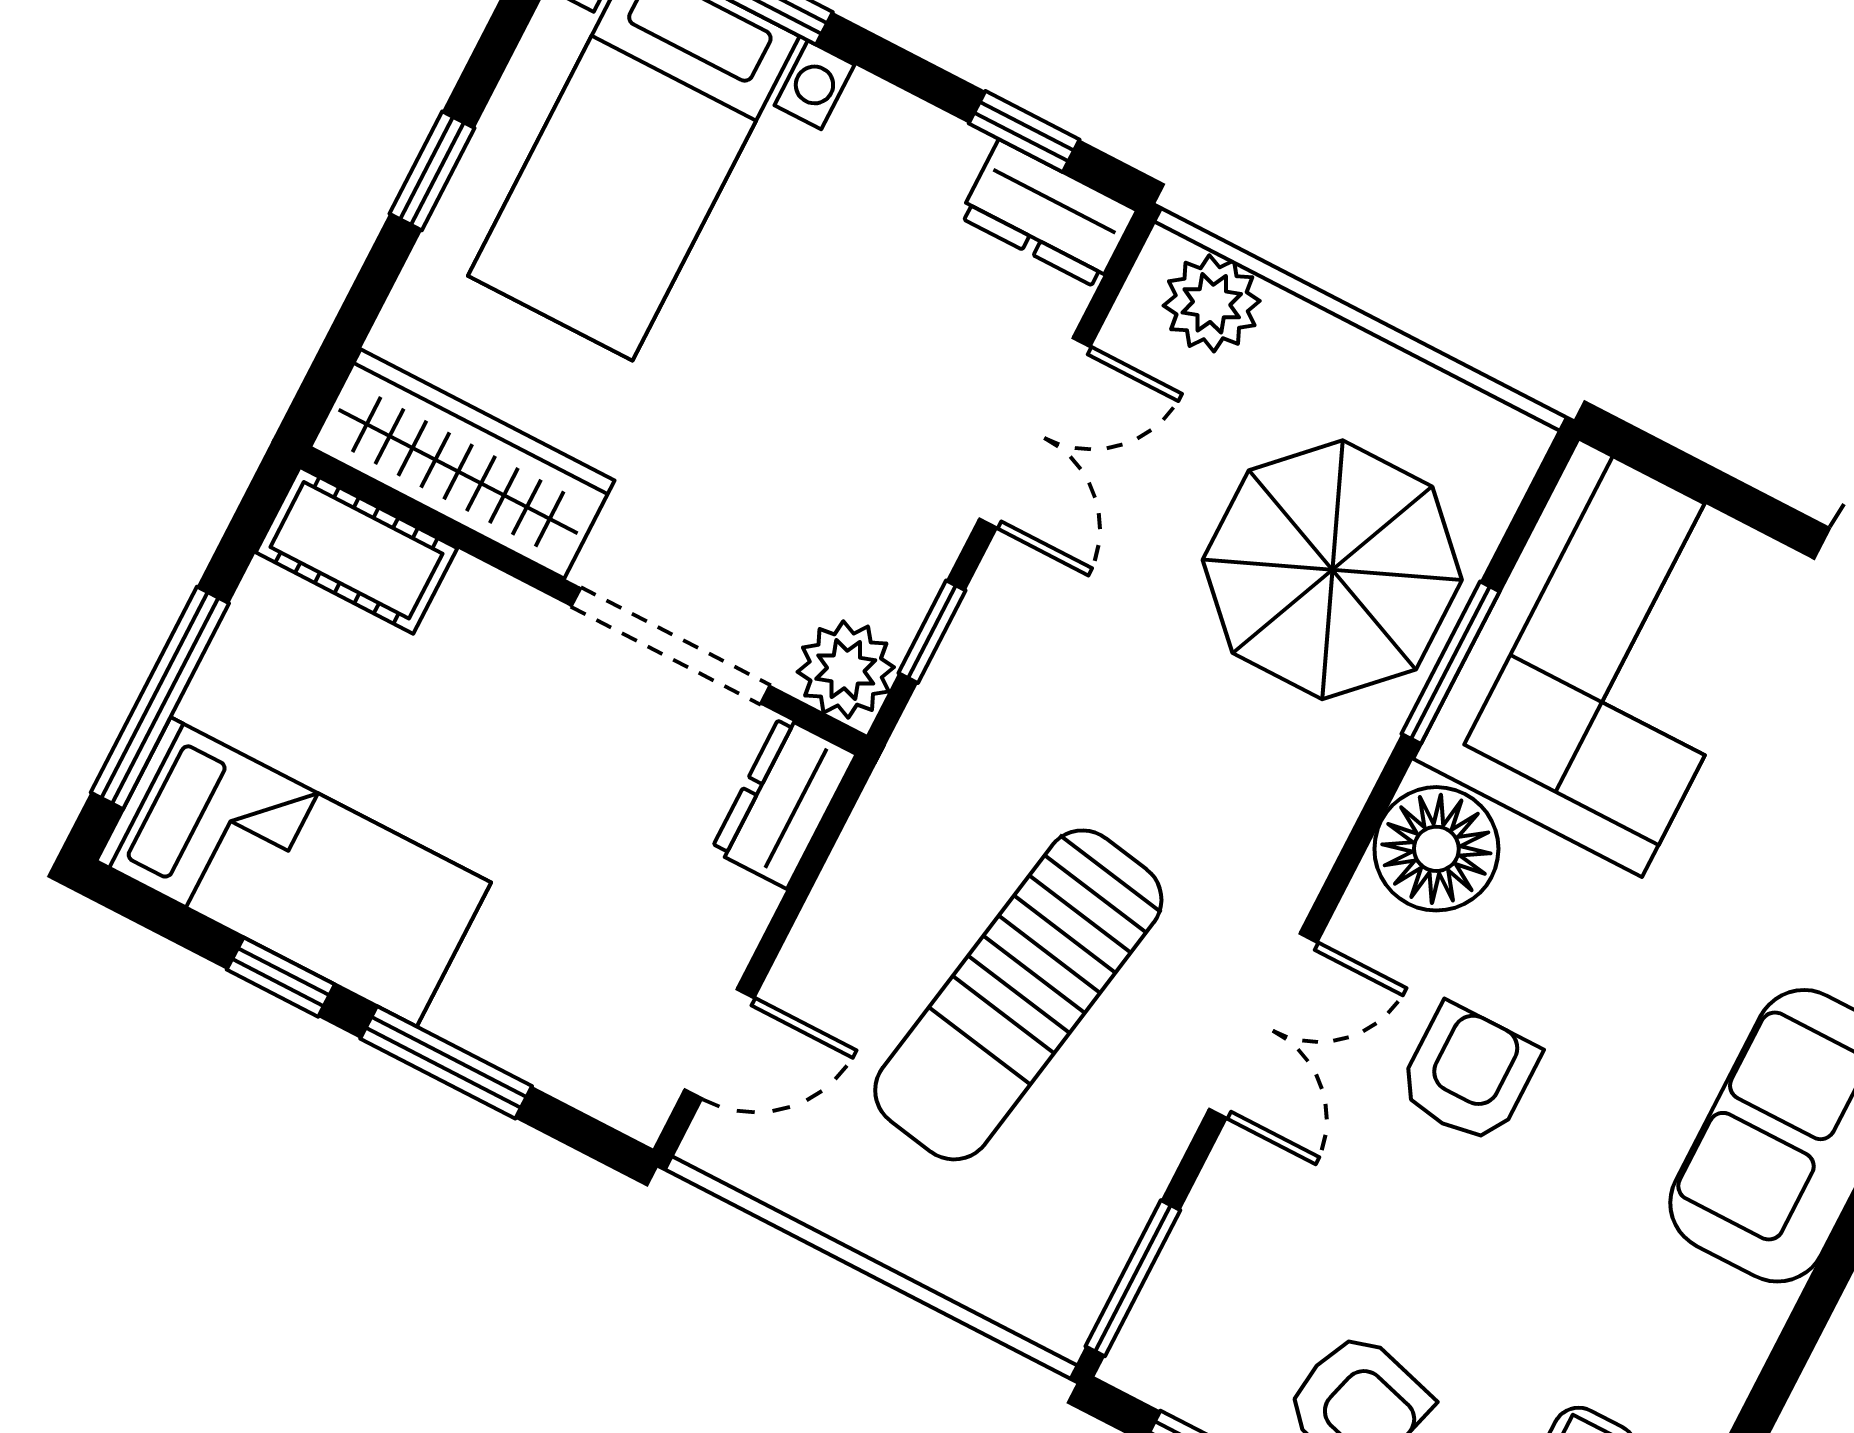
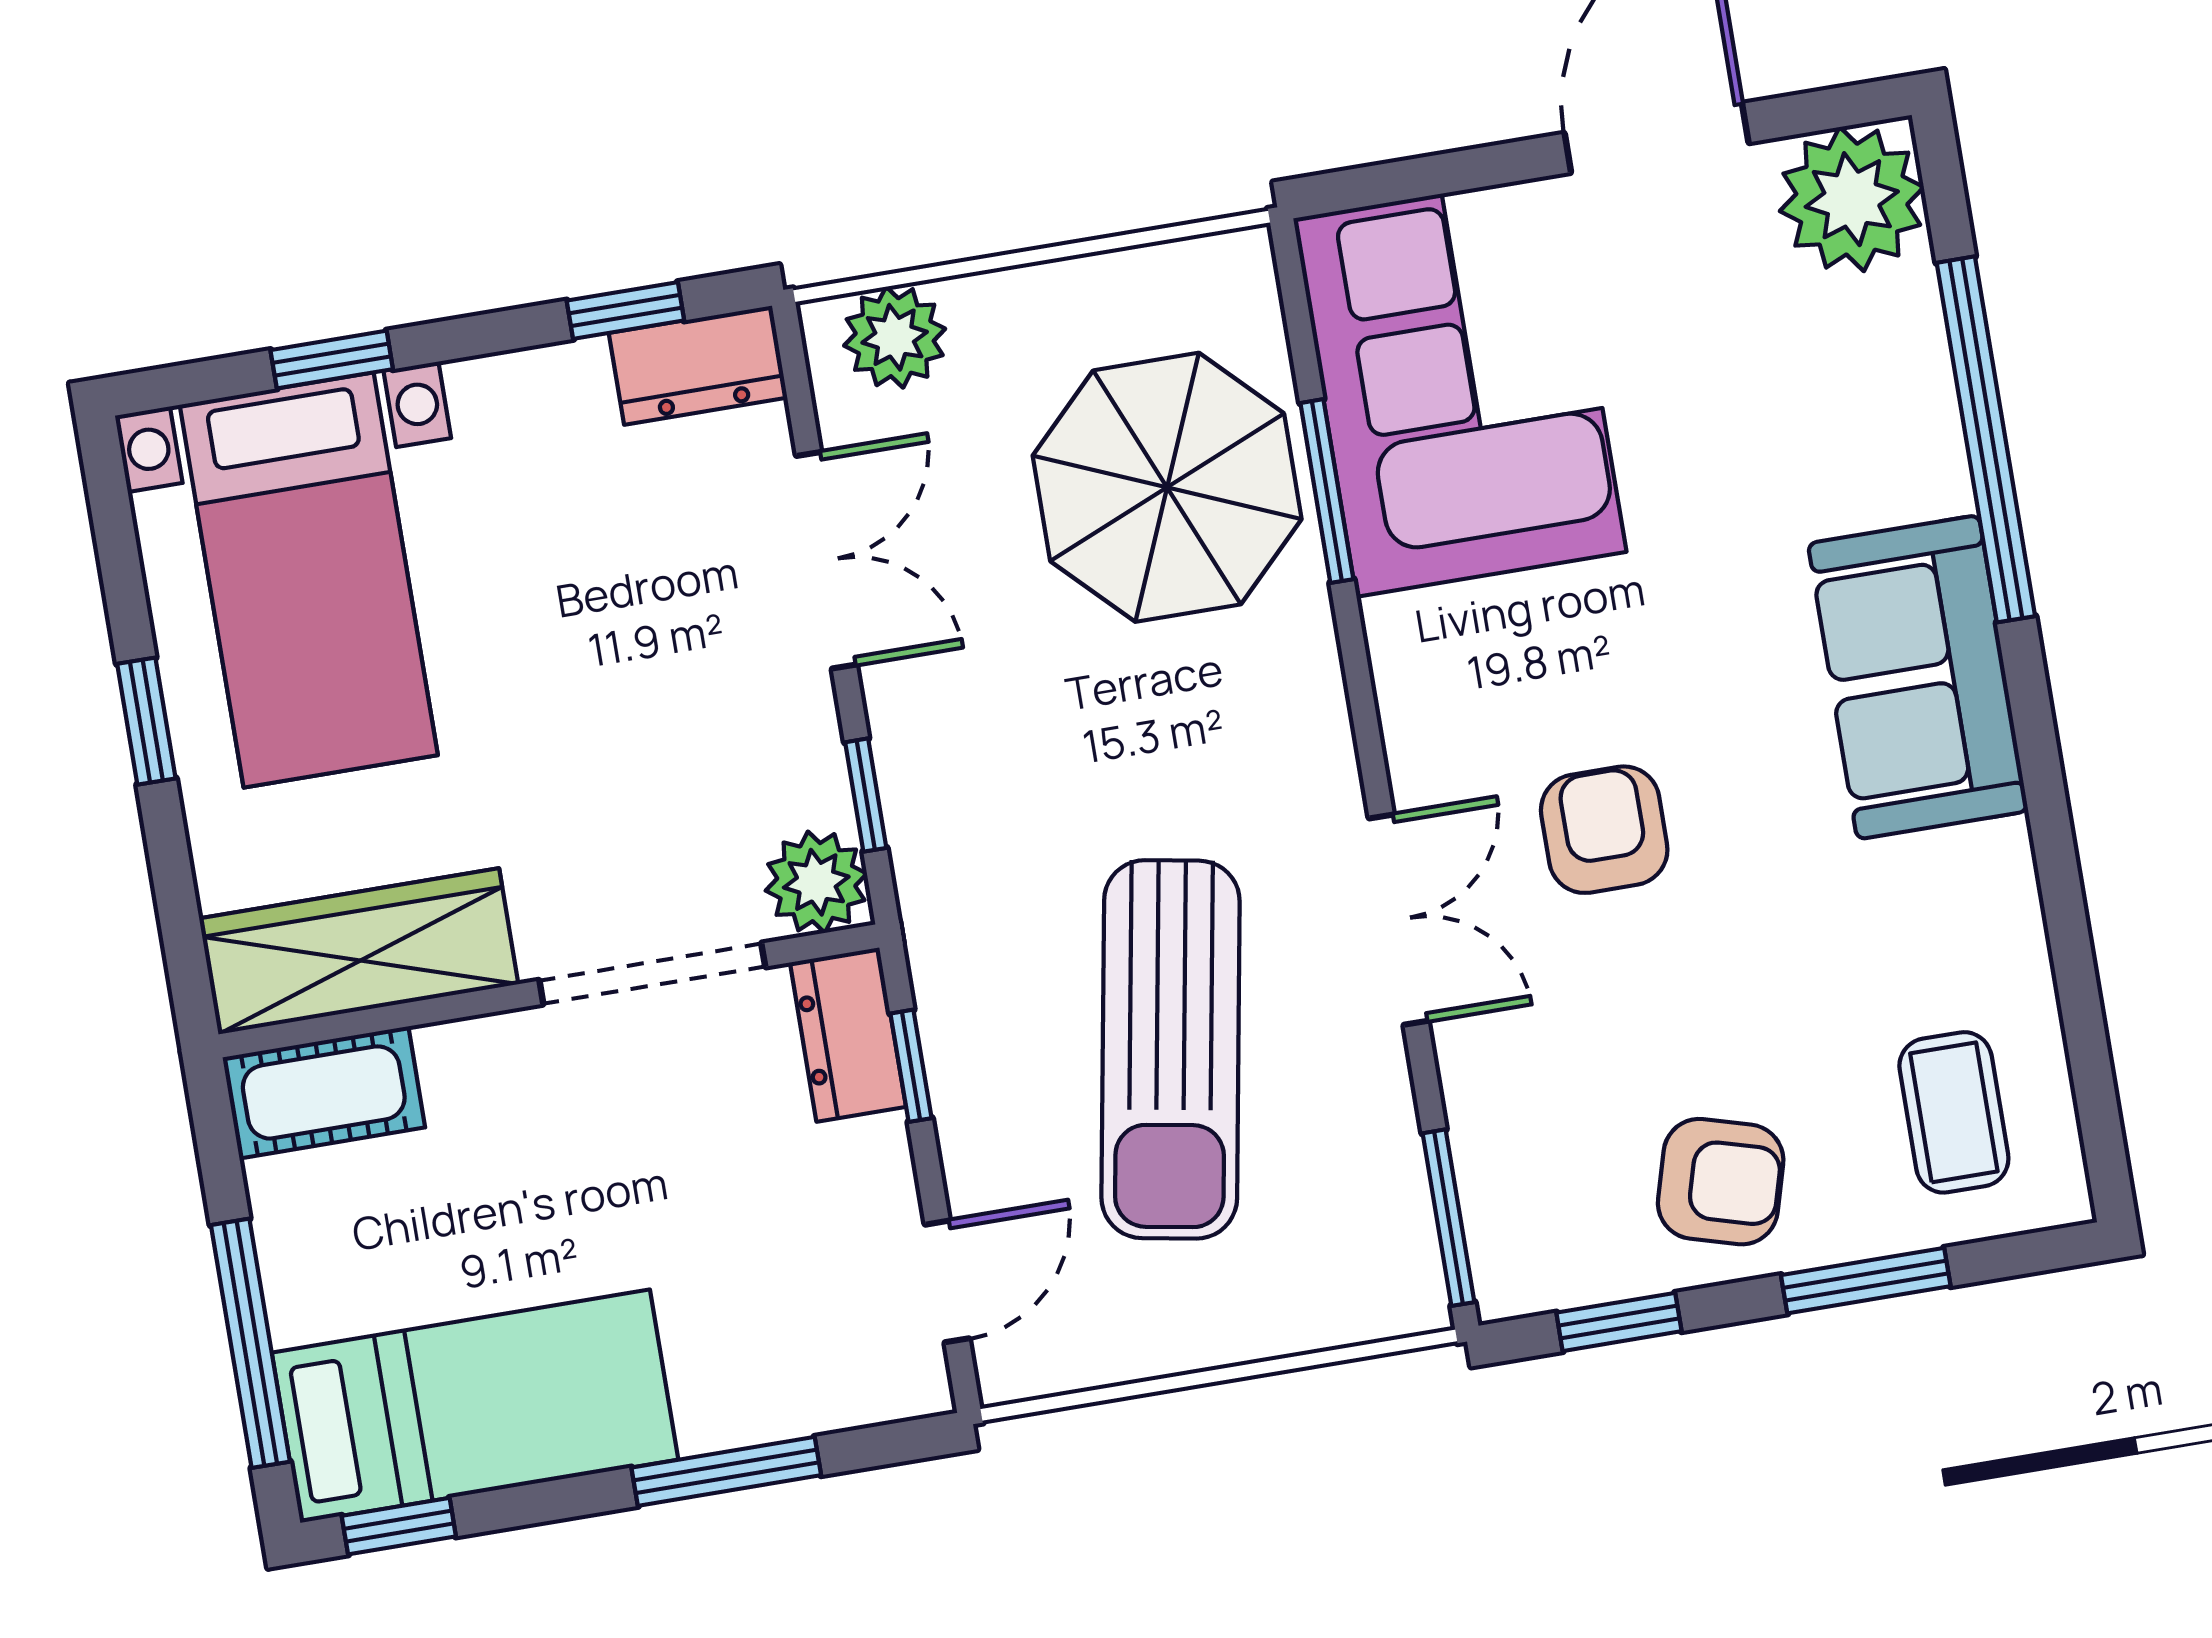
floor lamp: (1436, 849) -> (1433, 659), removed
window: (814, 861) -> (911, 1066), added
window: (281, 977) -> (399, 1526), moved

